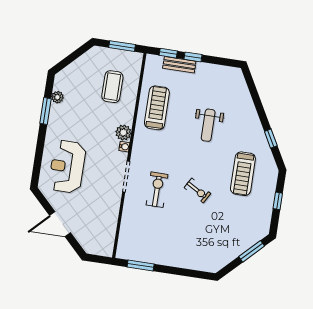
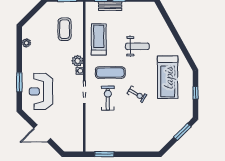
window: (45, 111) -> (19, 82), moved
weight bench: (208, 125) -> (137, 46), turned -90
window: (271, 139) -> (184, 49), removed
exercise mat: (166, 155) -> (110, 73), added
treadmill: (243, 174) -> (168, 77), width x1.37, depth x1.38

